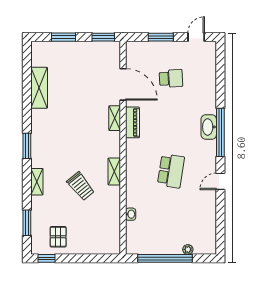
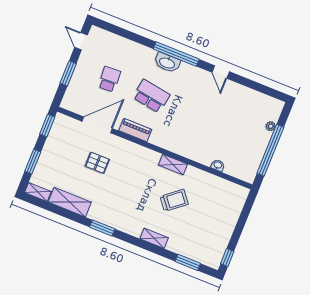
shelving: (115, 118) -> (38, 192), moved
window: (27, 146) -> (102, 228), moved
school desk: (171, 171) -> (151, 96), moved
pallet: (58, 237) -> (97, 163), moved

